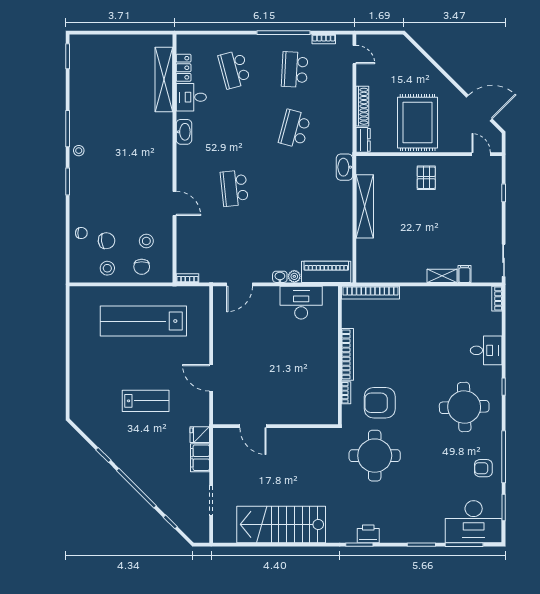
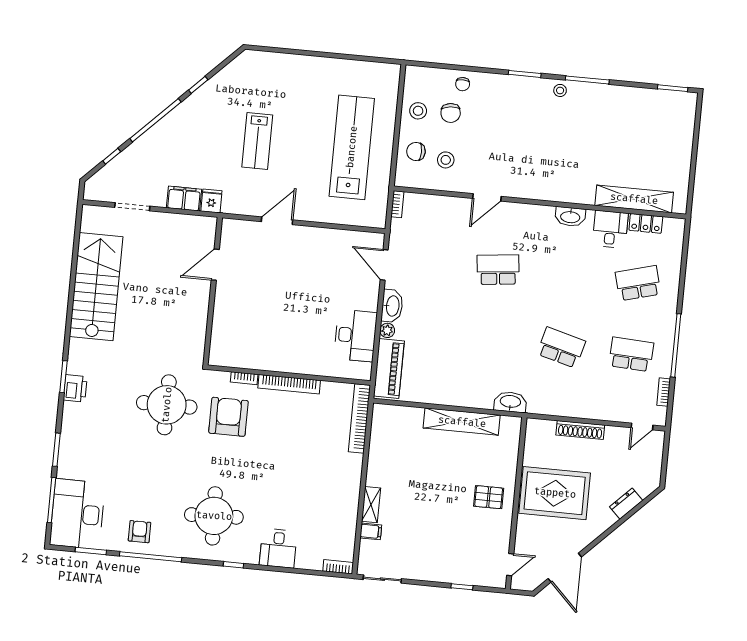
dresser: (363, 140) -> (626, 504), moved, turned 135
washbasin: (280, 277) -> (392, 306), width x1.91, depth x1.45

